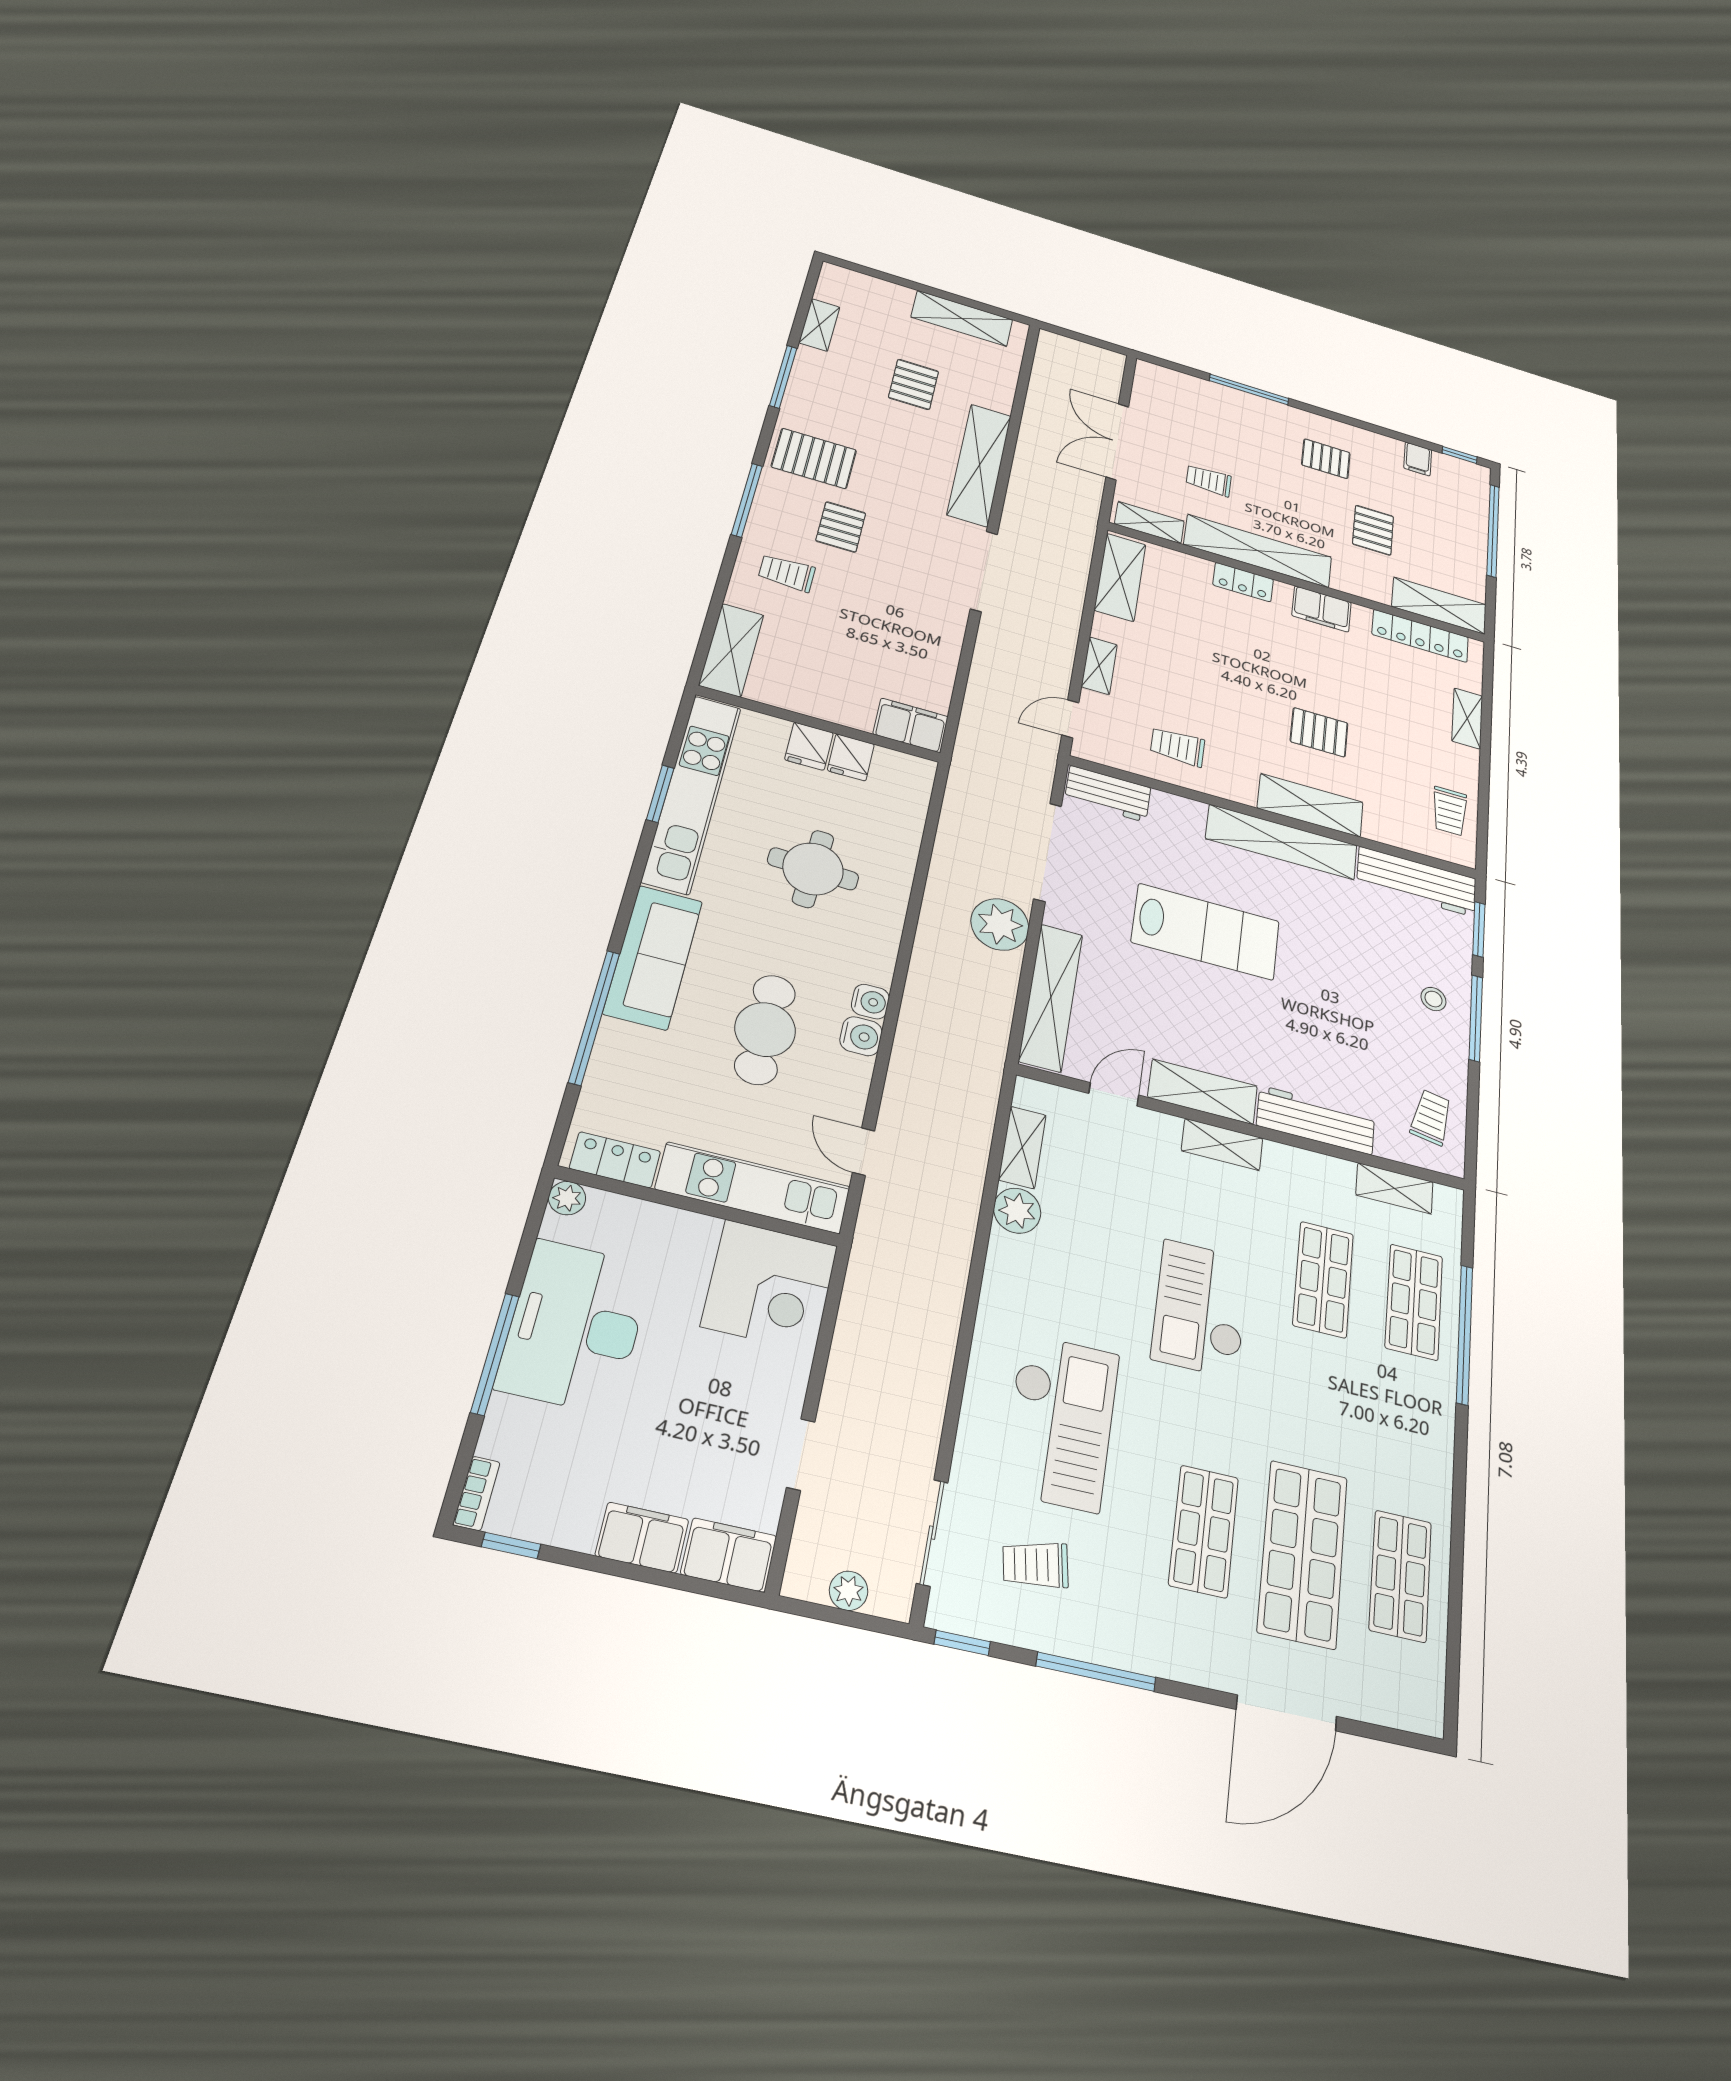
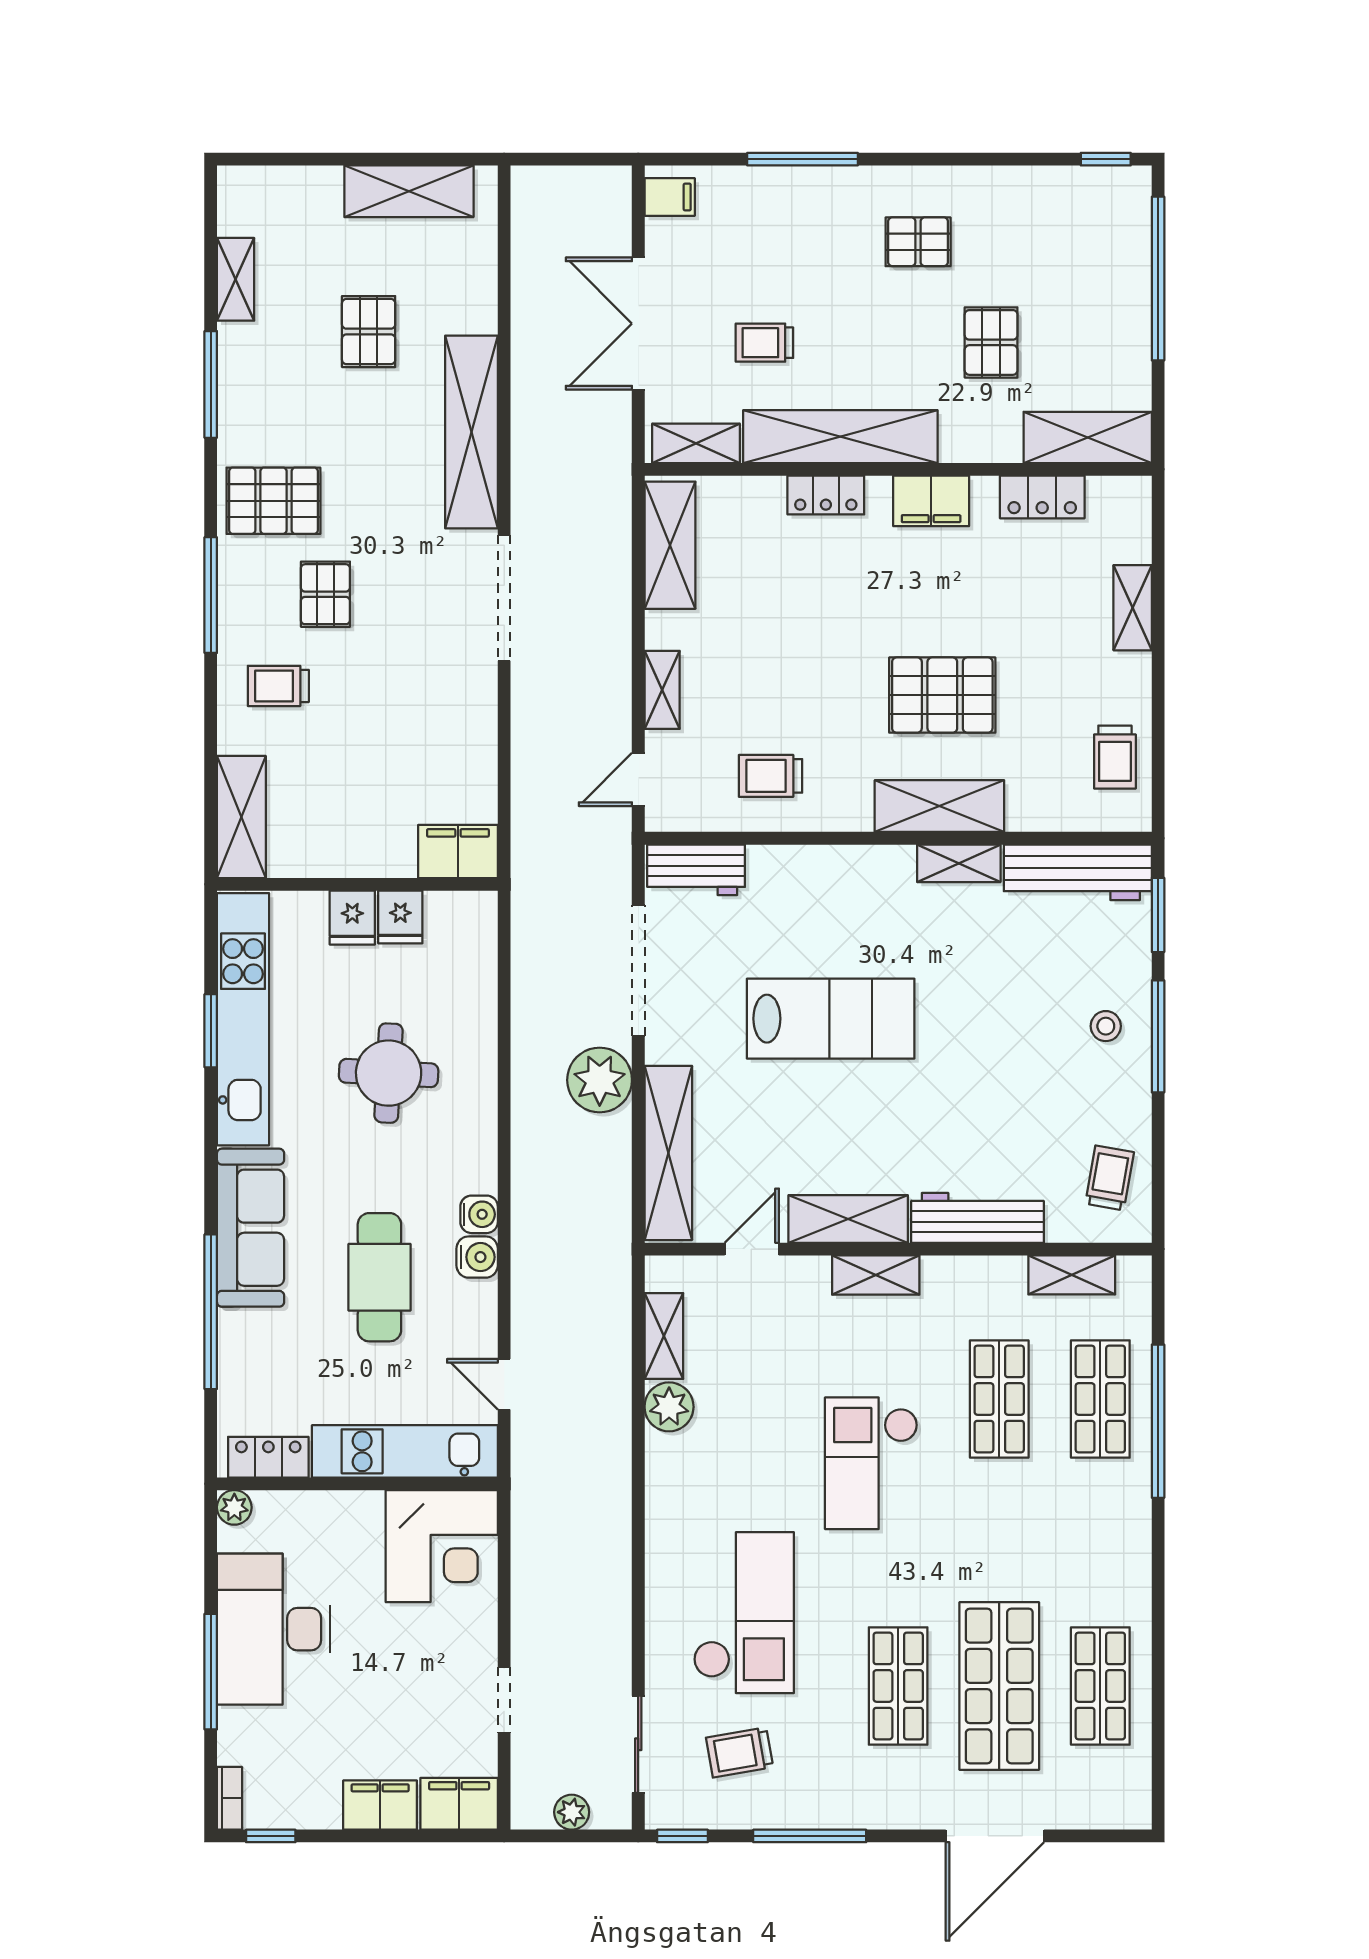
filing cabinet: (1418, 459) -> (670, 197), moved, turned -90
locker: (1420, 636) -> (1042, 497), width x0.66
pallet: (1319, 732) -> (942, 695), width x1.50, depth x1.42
shelving: (1282, 842) -> (959, 863), width x0.45, depth x0.75

